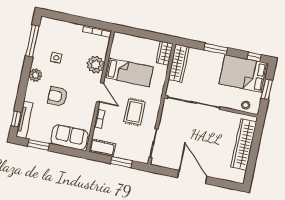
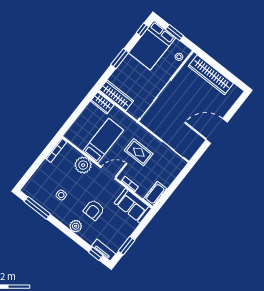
plant: (35, 75) -> (76, 226), moved
tv unit: (25, 120) -> (104, 250), width x0.71
sofa: (69, 137) -> (133, 206), moved, turned -90
window: (121, 162) -> (175, 184), removed

